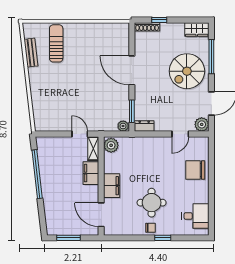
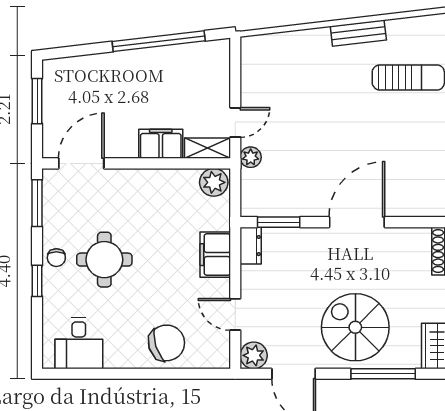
bench: (31, 53) -> (358, 33), moved
plant: (123, 126) -> (251, 157), moved
chair: (195, 170) -> (167, 343), turned 72
filing cabinet: (112, 186) -> (215, 255), moved, turned 90
window: (122, 238) -> (37, 203), added

